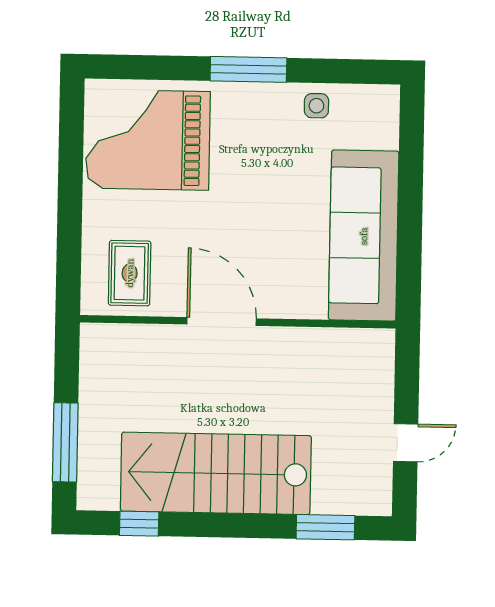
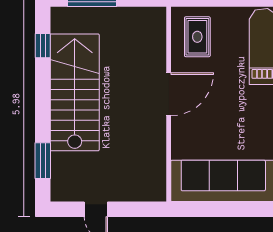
rug: (130, 273) -> (197, 37), turned 90

